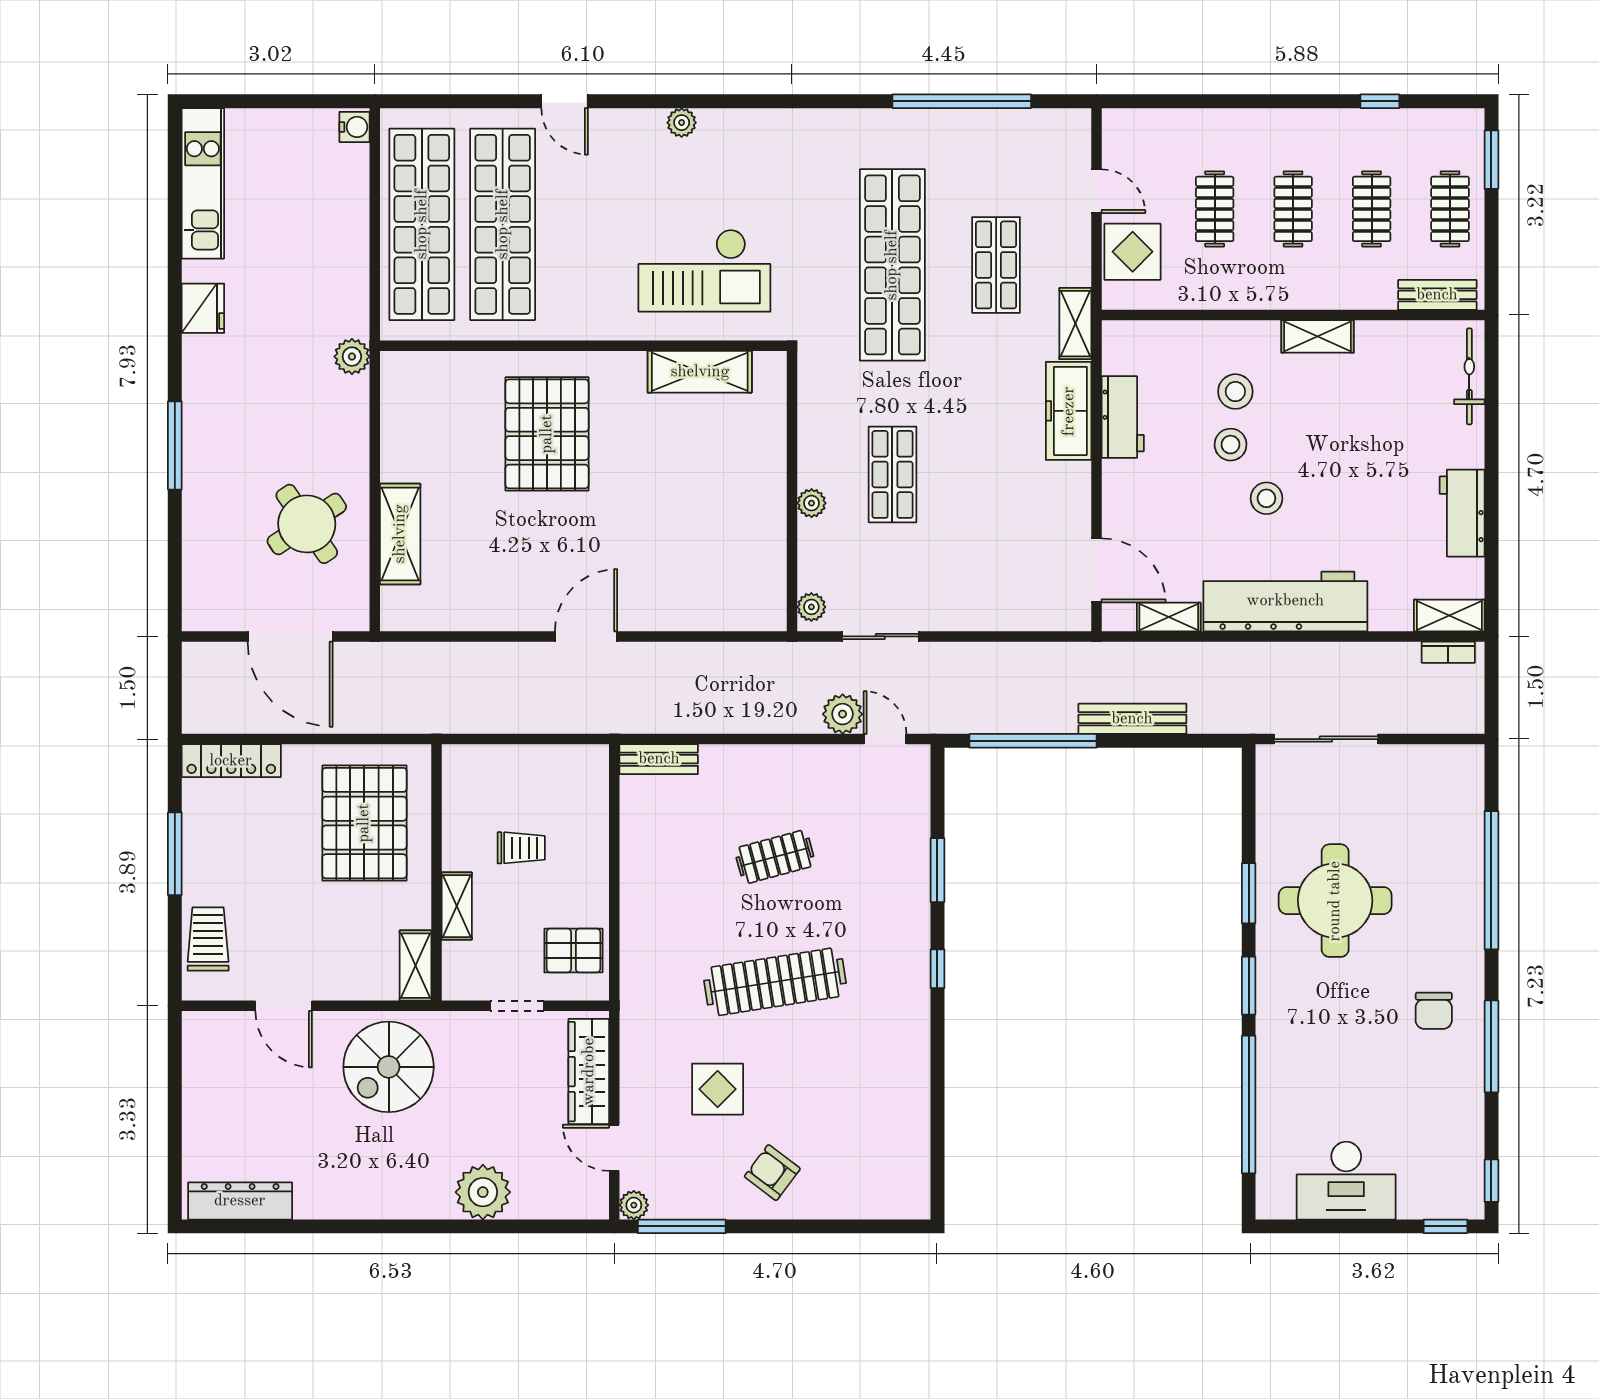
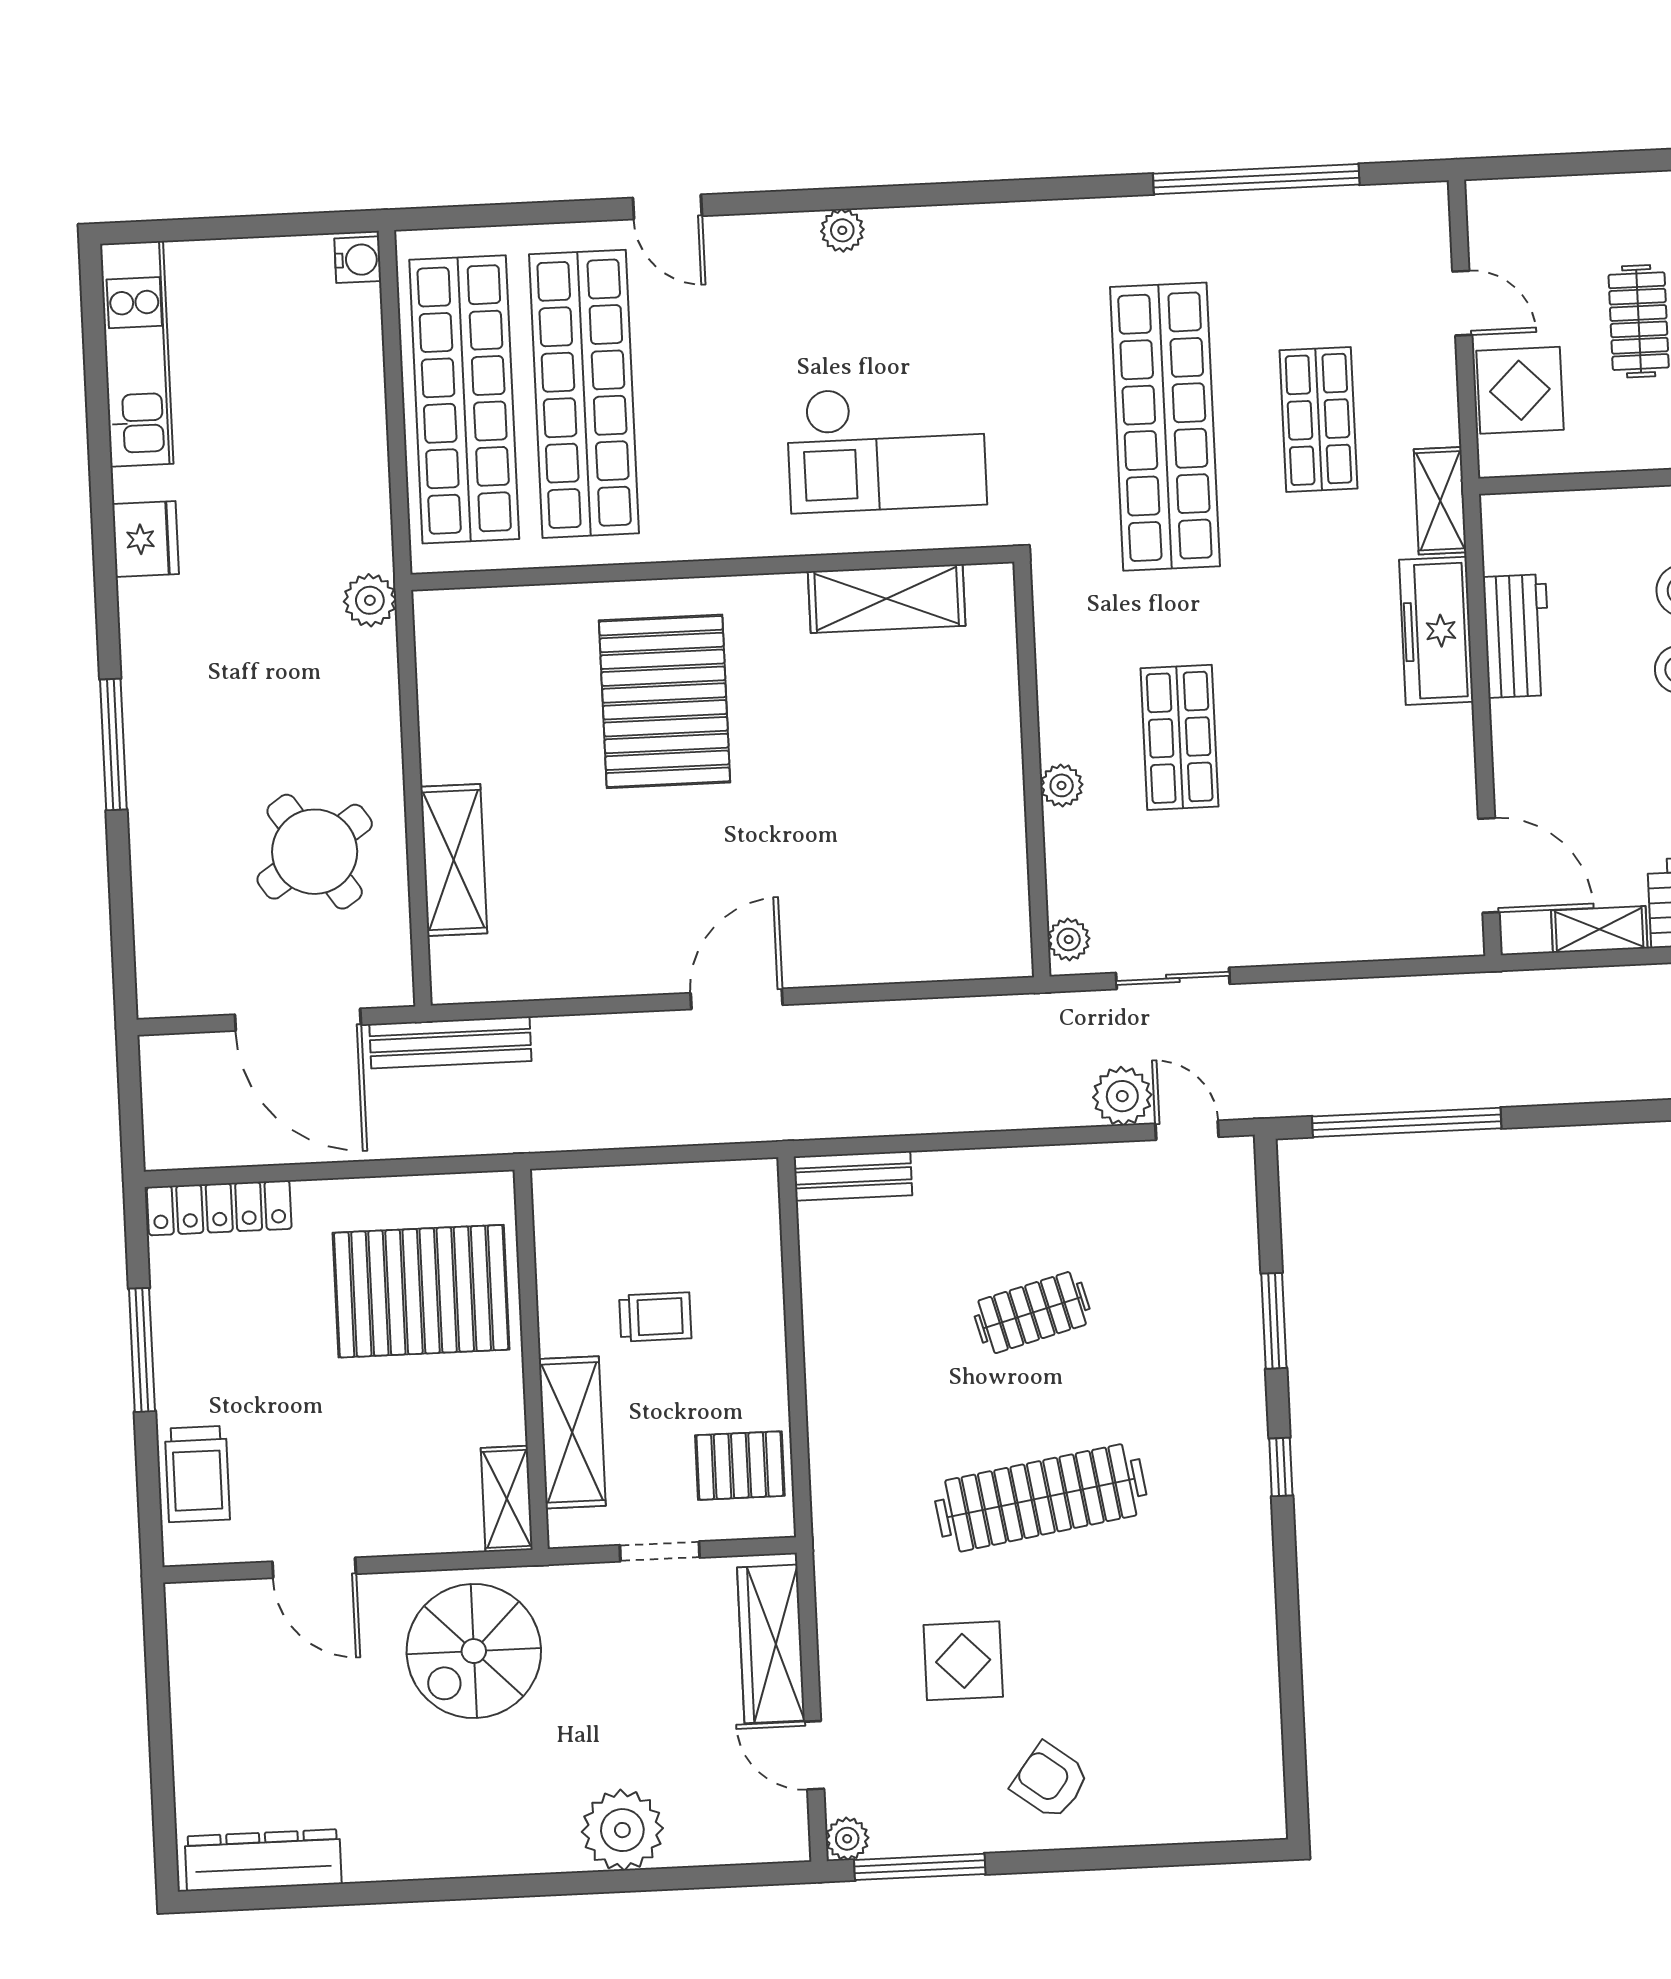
bench: (1132, 719) -> (450, 1043), moved
pallet: (364, 823) -> (421, 1291), turned 90
shelving: (457, 906) -> (572, 1432), width x1.50, depth x1.33
trolley: (208, 939) -> (197, 1474), turned 180

